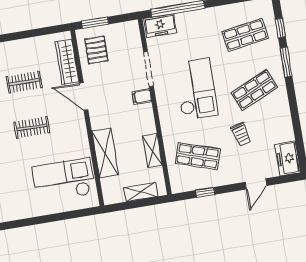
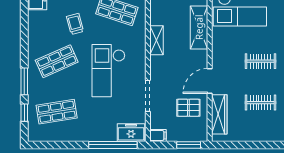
pallet: (96, 50) -> (188, 108), moved, turned 90
door: (84, 96) -> (210, 81), swing flipped
filing cabinet: (142, 96) -> (158, 135), moved
shelving: (152, 151) -> (157, 40), moved

